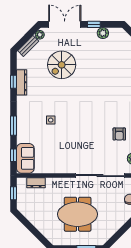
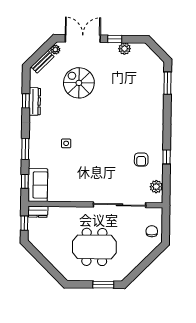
spiral stairs: (62, 65) -> (79, 83), turned 90
dresser: (36, 183) -> (38, 212), moved

